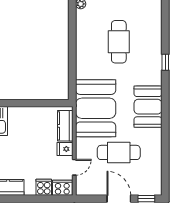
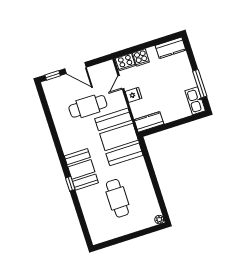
window: (165, 62) -> (70, 184), moved
booth: (148, 107) -> (81, 169), moved
kitchen counter: (65, 126) -> (149, 122), moved, turned -90

